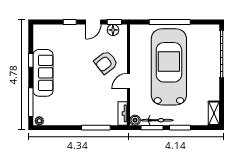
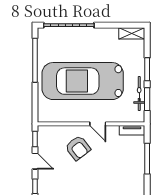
window: (170, 22) -> (35, 60), moved
floor lamp: (113, 30) -> (43, 140), removed
boiler: (135, 120) -> (139, 117), removed

